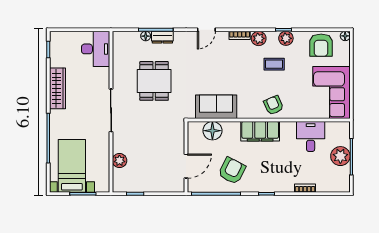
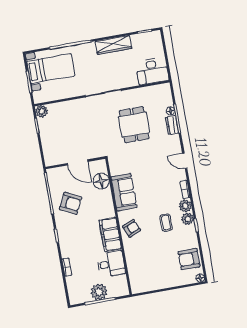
plant: (286, 38) -> (188, 219), moved
dining table: (154, 81) -> (134, 125), turned 90
corner sofa: (331, 92) -> (151, 275), removed
sofa: (216, 107) -> (124, 192), moved
filing cabinet: (260, 131) -> (110, 234), moved
plant: (119, 161) -> (42, 111), moved
door: (186, 166) -> (77, 162), moved

